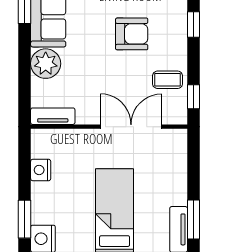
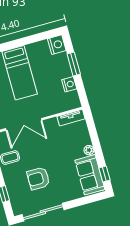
plant: (46, 64) -> (89, 150), width x0.53, depth x0.53
window: (25, 219) -> (74, 64), moved

